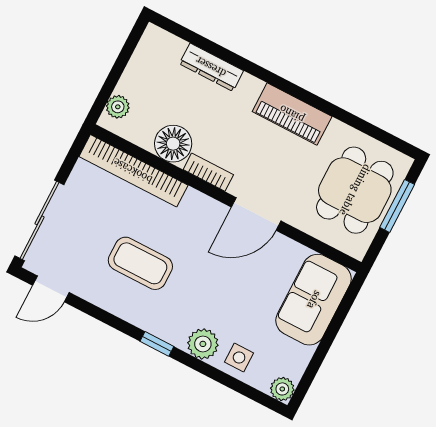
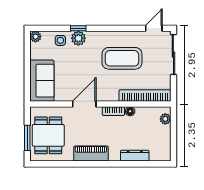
floor lamp: (173, 144) -> (130, 111), width x0.53, depth x0.53
coffee table: (140, 263) -> (122, 58), width x1.36, depth x1.32
window: (157, 344) -> (78, 28), moved

